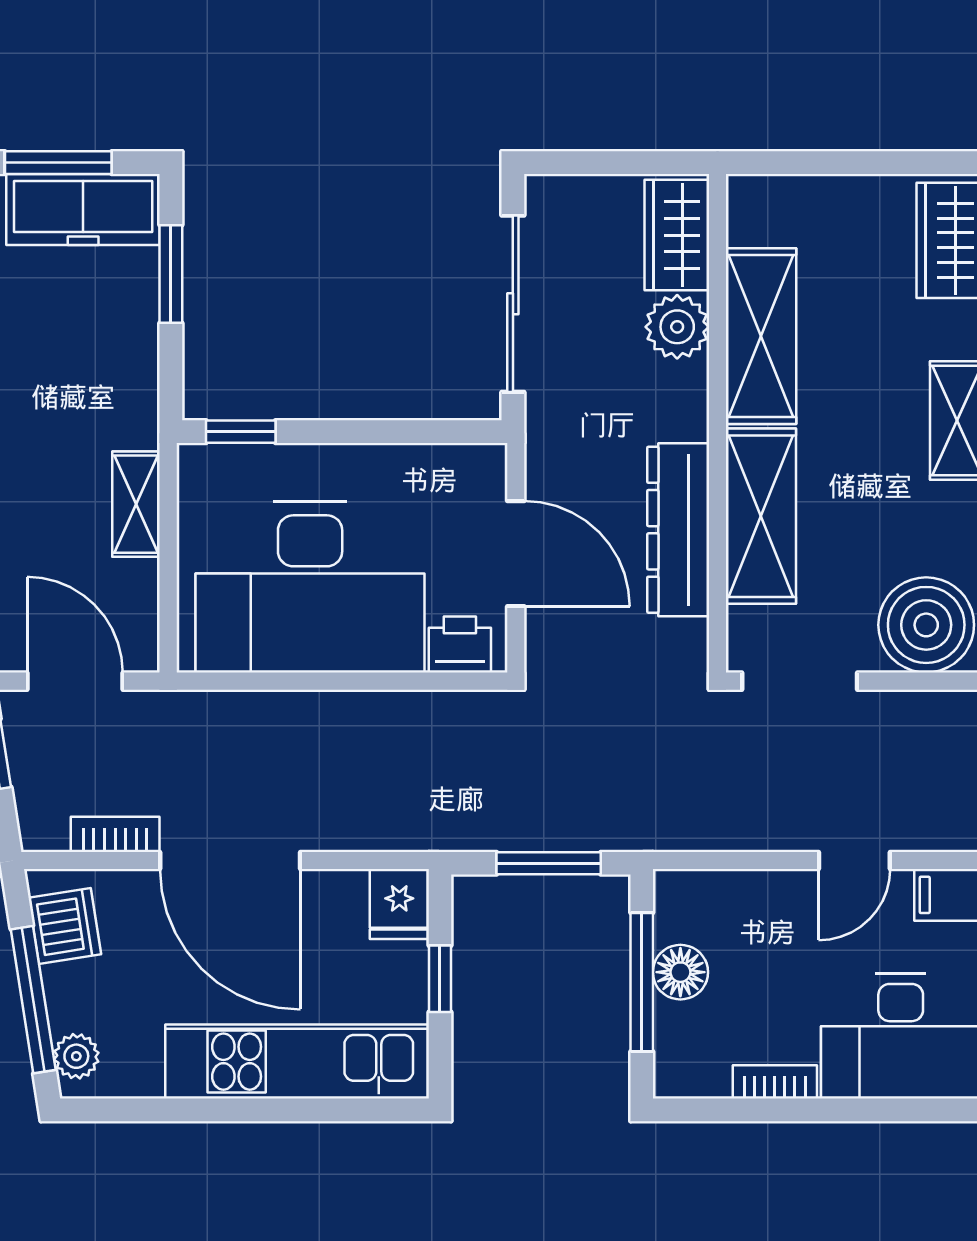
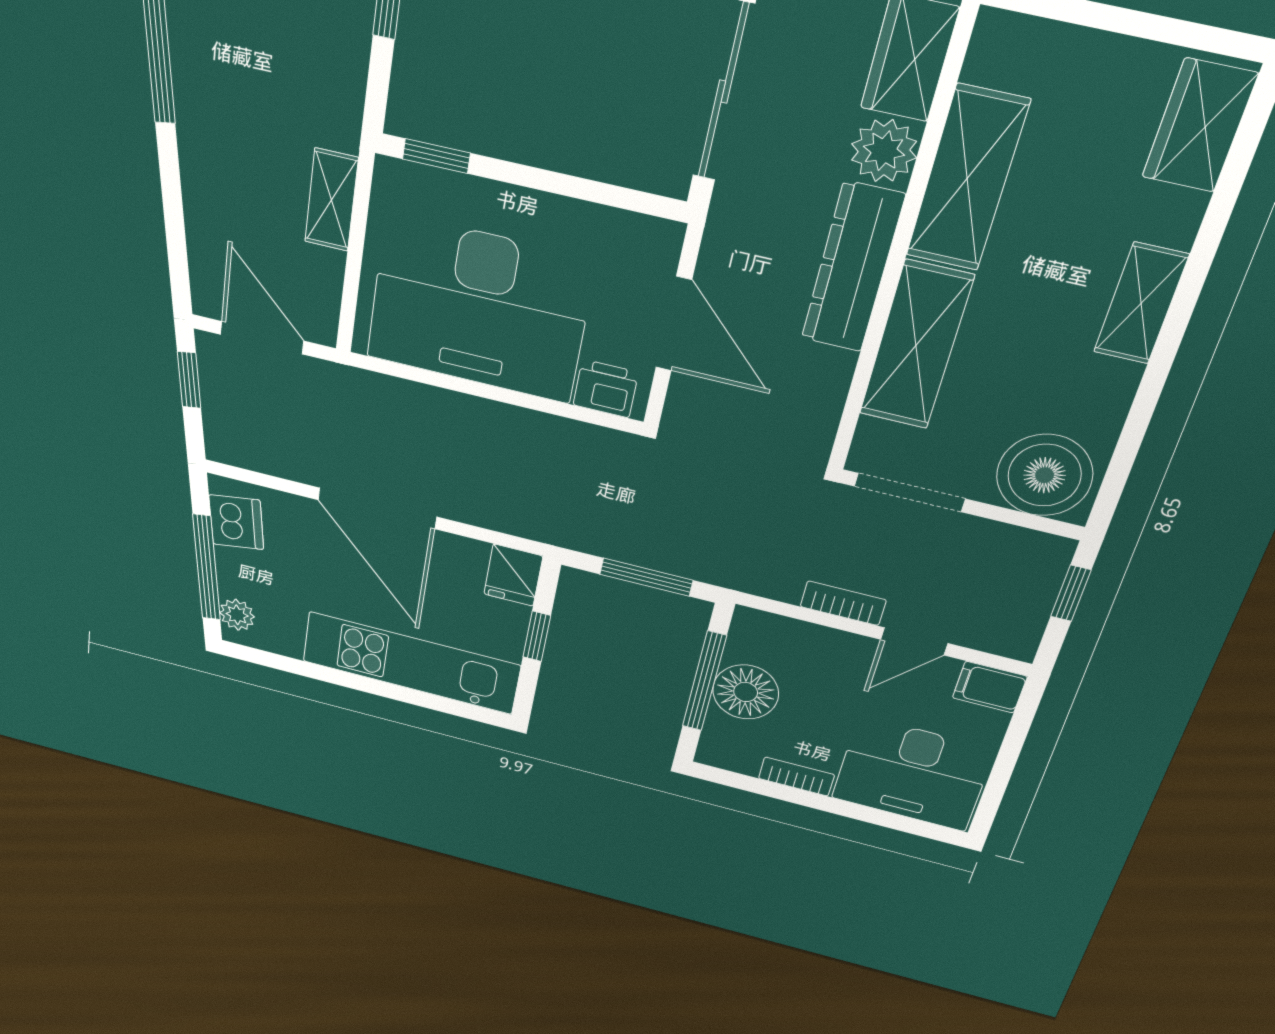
dresser: (678, 530) -> (853, 267), moved
bookcase: (115, 834) -> (843, 603), moved
floor lamp: (680, 972) -> (746, 692), width x1.38, depth x1.38

